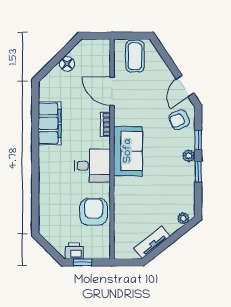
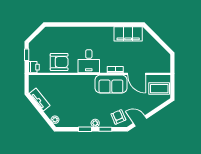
floor lamp: (67, 64) -> (154, 45), removed
door: (112, 91) -> (137, 74), swing flipped
filing cabinet: (50, 123) -> (128, 34), moved
sofa: (128, 151) -> (111, 84), moved
printer: (74, 251) -> (34, 67), moved

